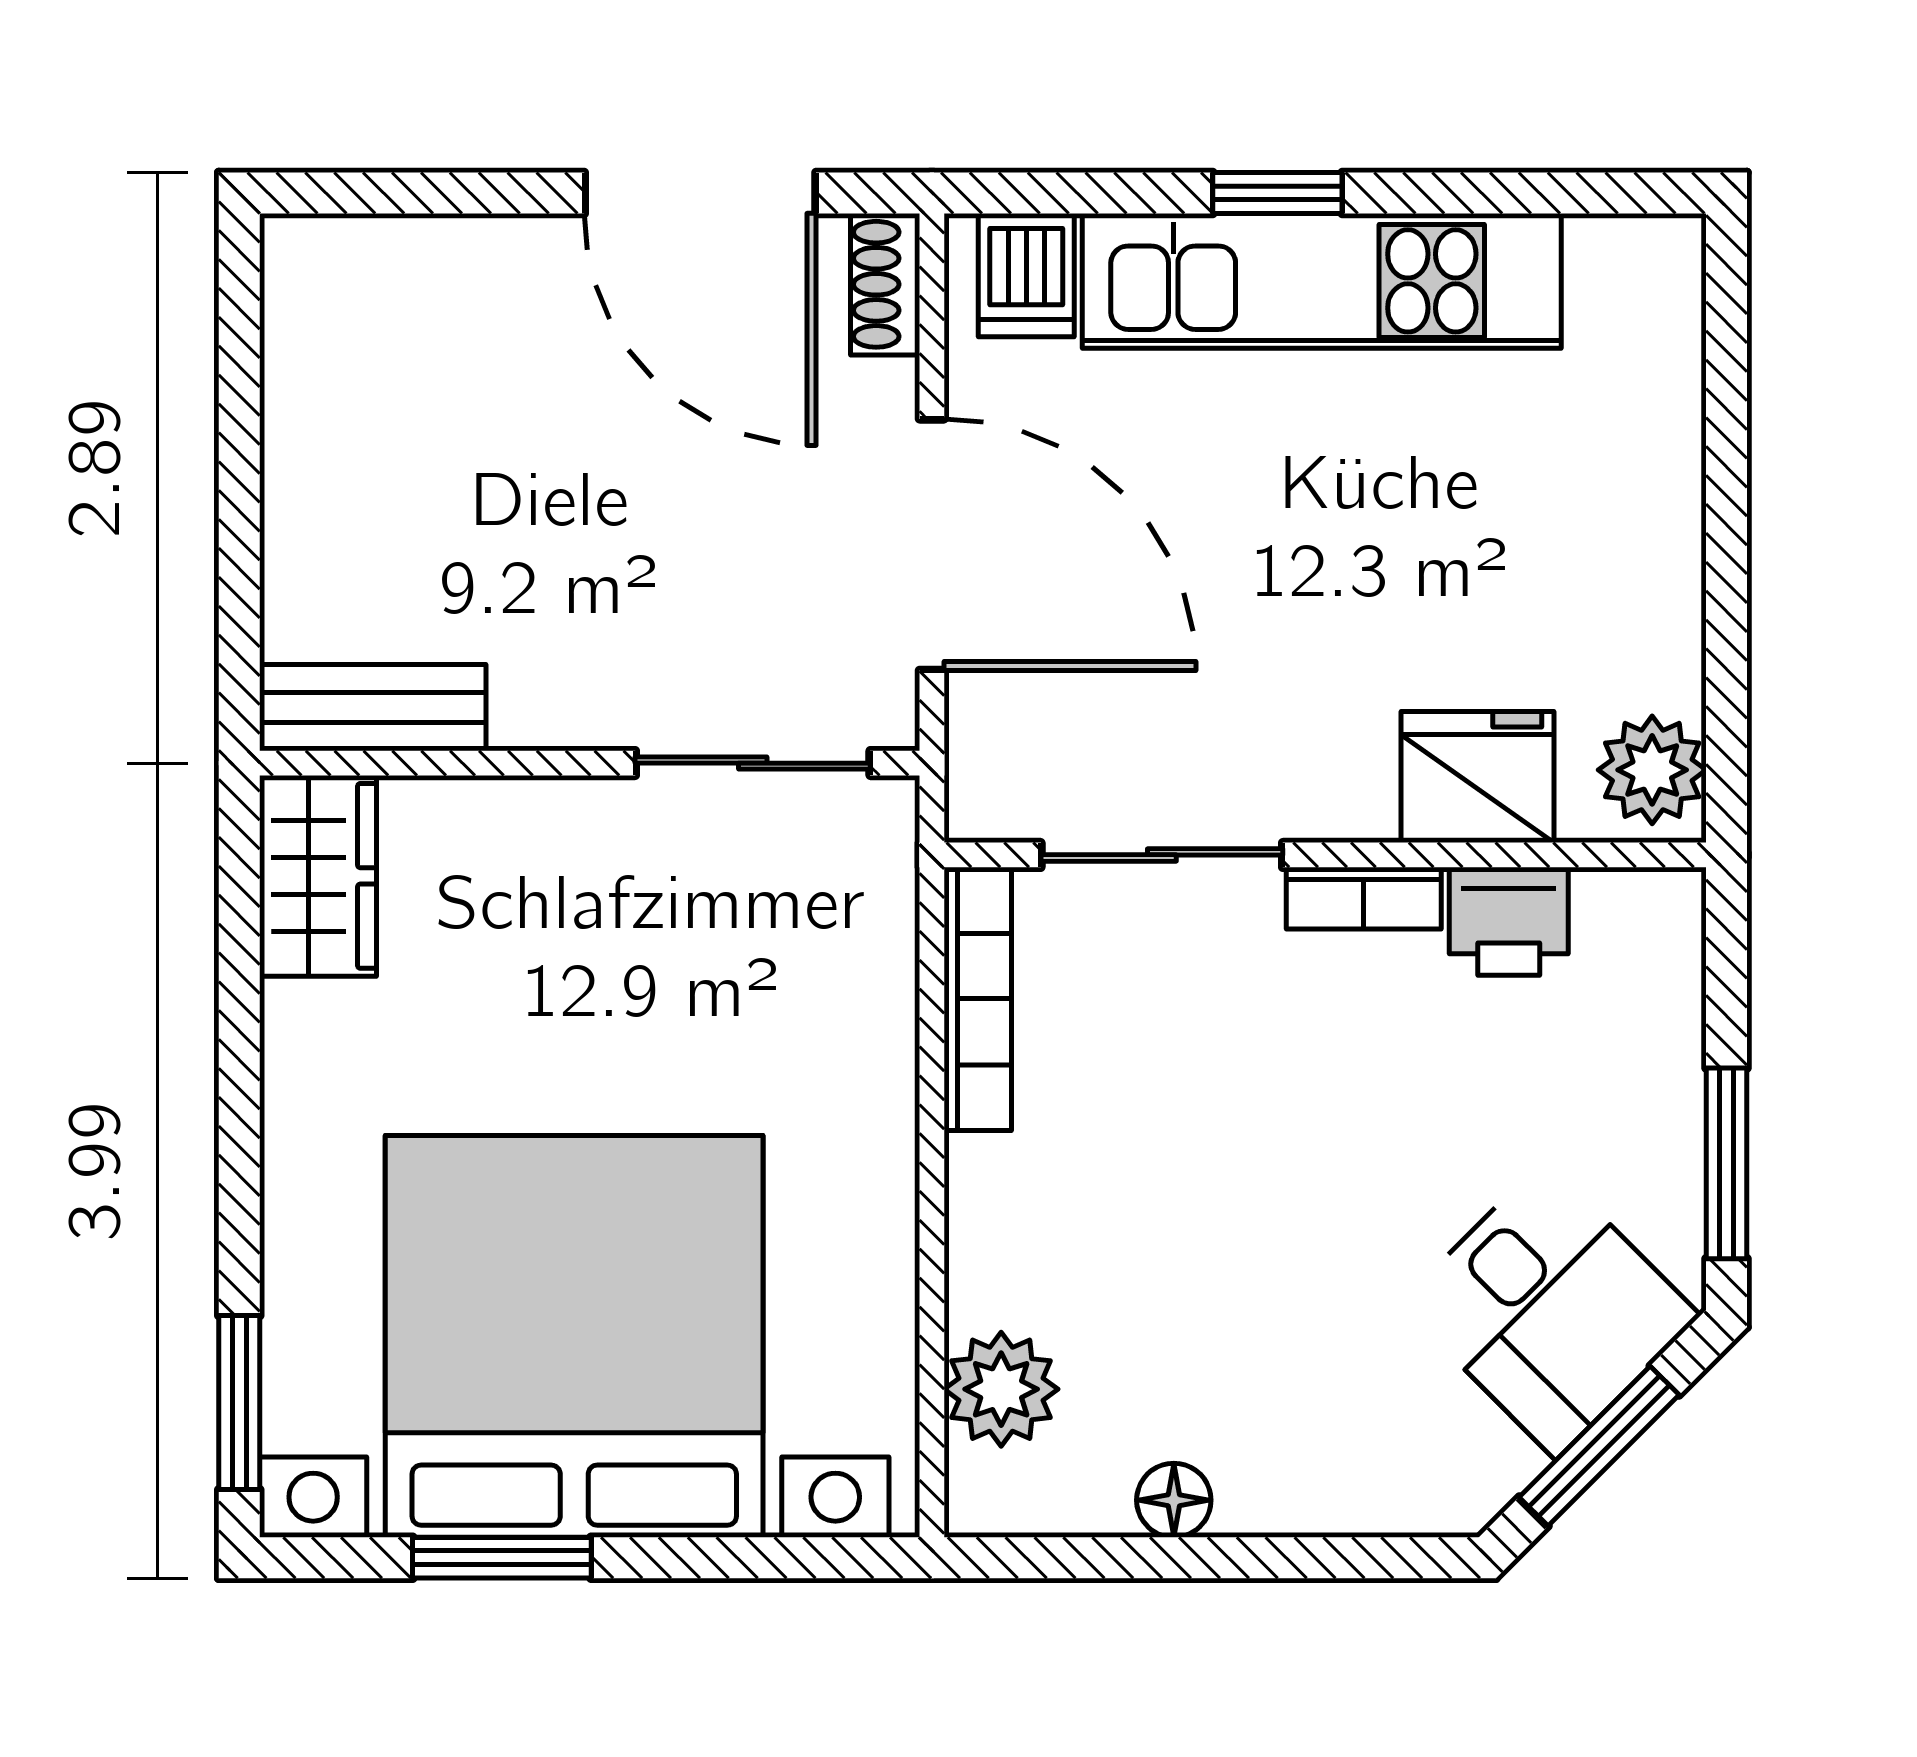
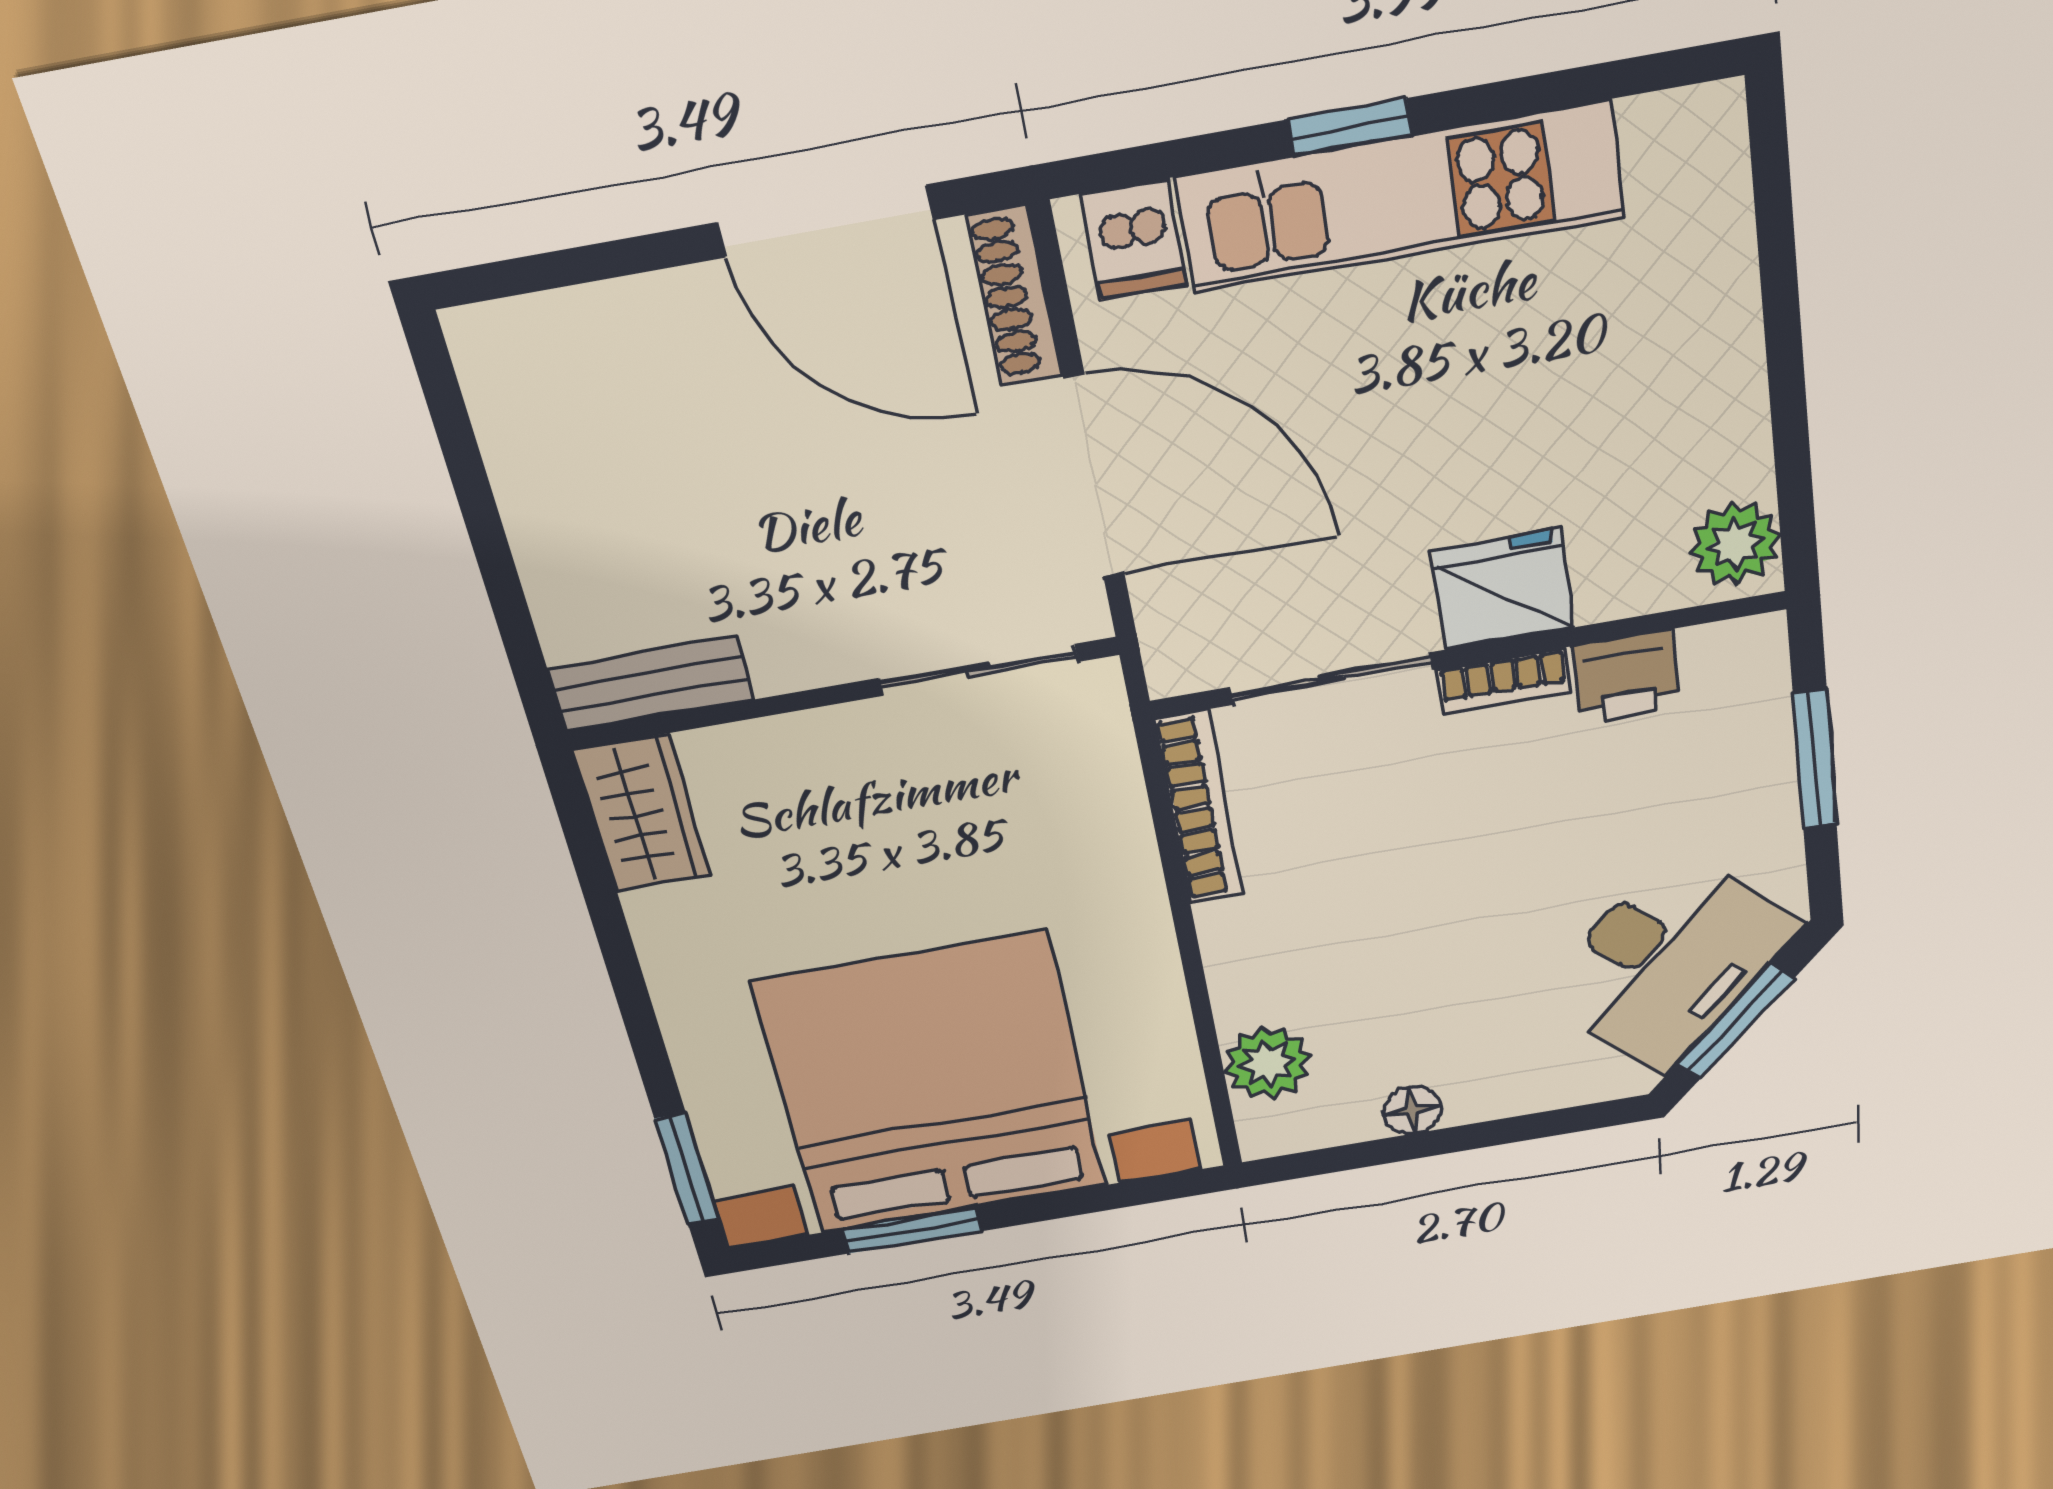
shoe rack: (885, 284) -> (1014, 296), width x1.43
fridge: (1477, 777) -> (1503, 590), moved
window: (1727, 1163) -> (1815, 759), moved
desk: (1550, 1310) -> (1668, 961), width x1.37

